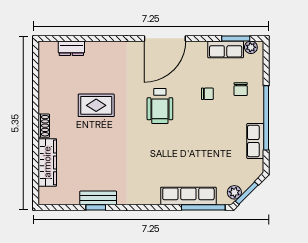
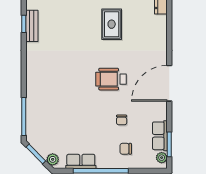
door: (165, 38) -> (169, 83), hinge flipped
plant: (234, 192) -> (53, 159), moved
row of seats: (188, 196) -> (33, 104), removed

